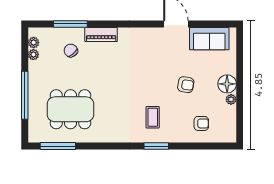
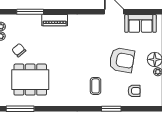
chair: (71, 51) -> (19, 50), moved
armchair: (186, 85) -> (122, 60), width x1.88, depth x1.88
window: (156, 146) -> (111, 109), moved

